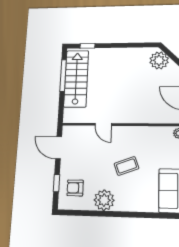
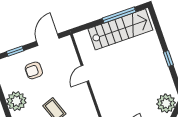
window: (87, 46) -> (168, 59), moved
armchair: (75, 188) -> (34, 70), moved, turned -90

